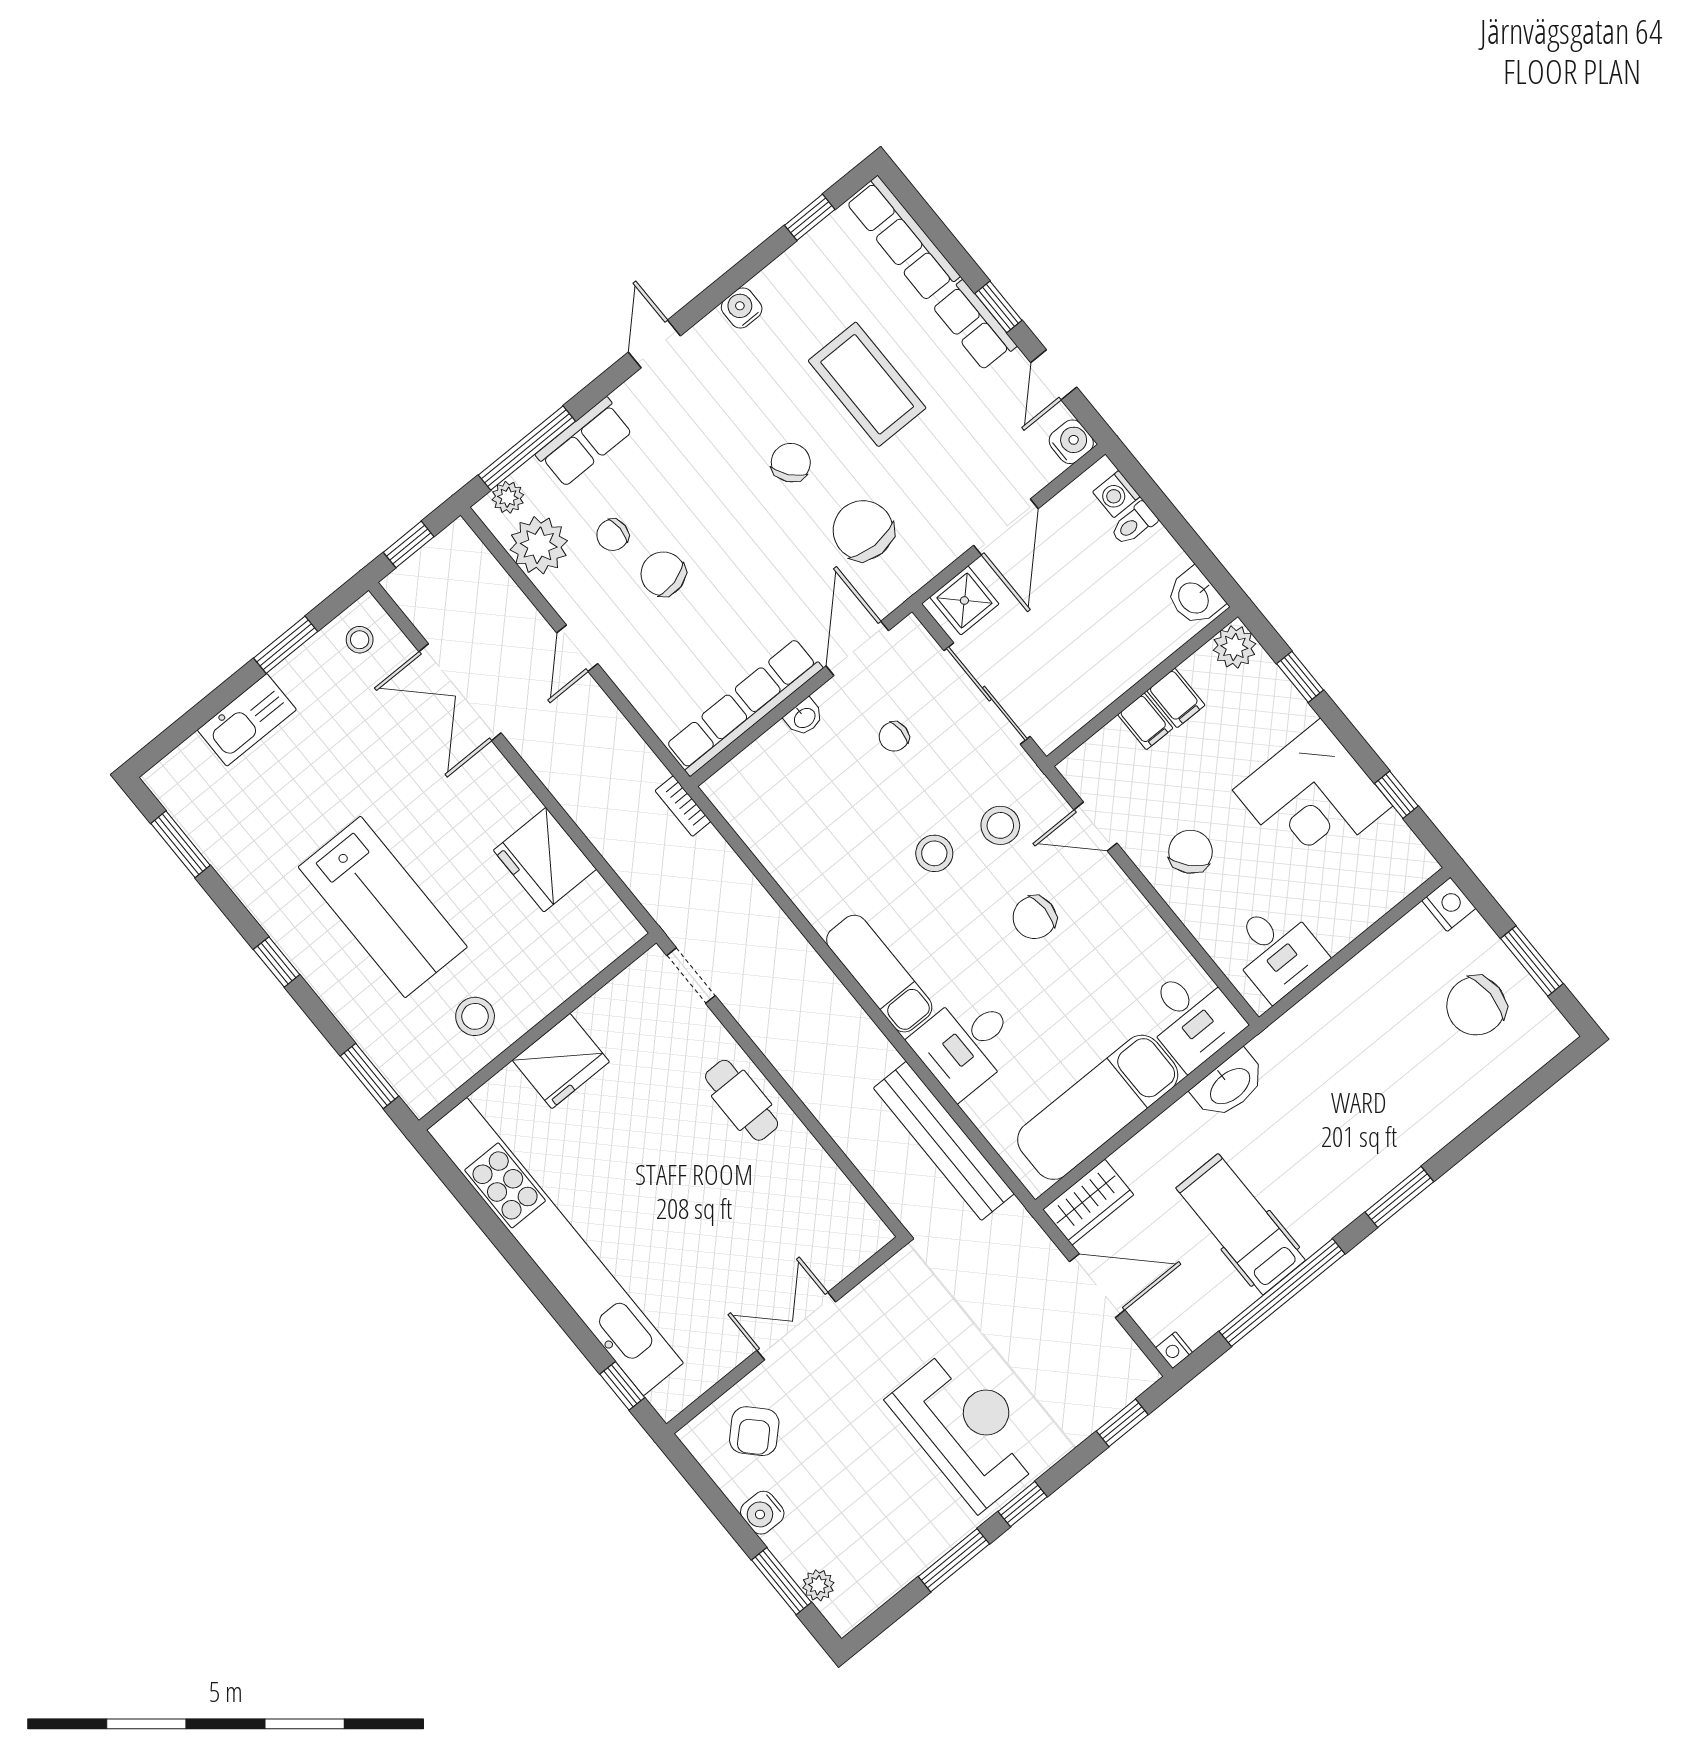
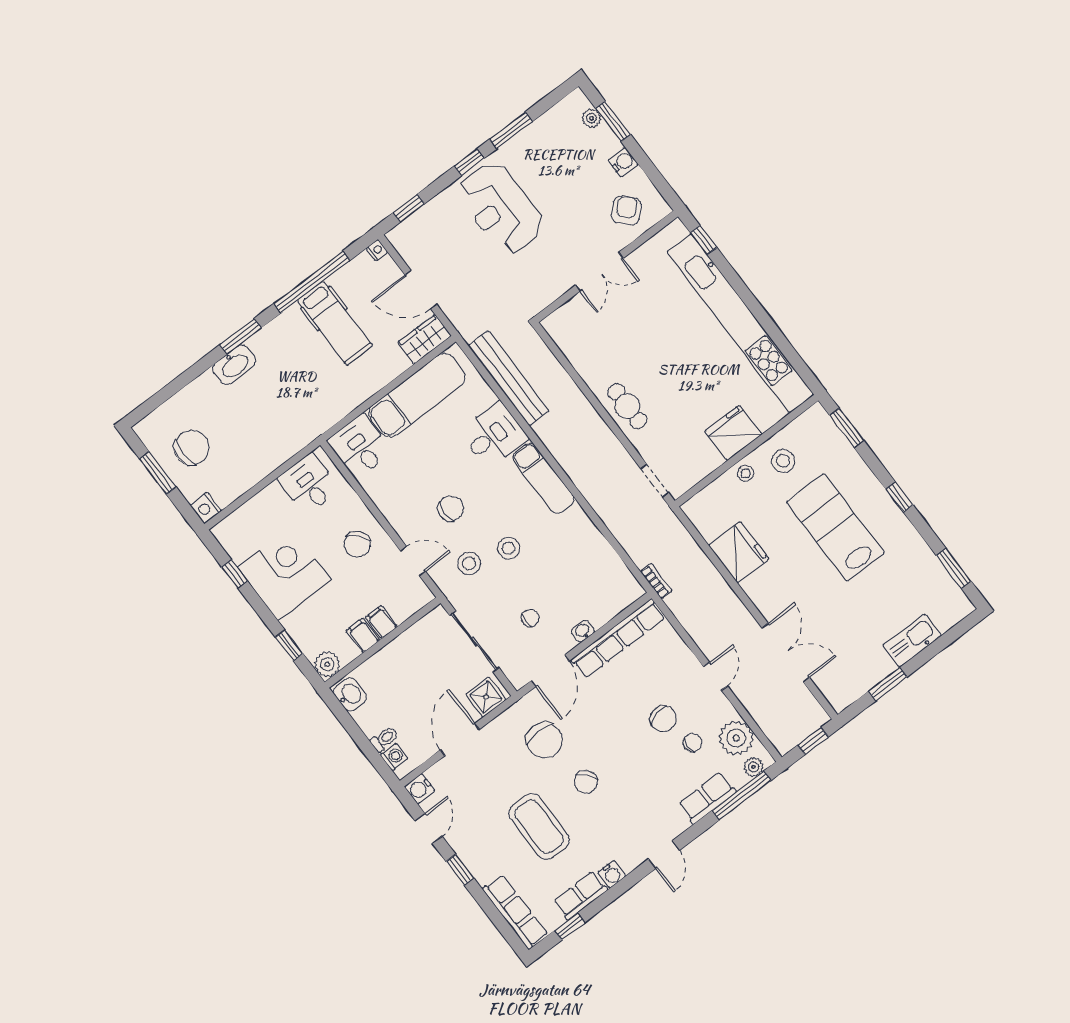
row of seats: (974, 326) -> (580, 895), moved, turned -90
stool: (360, 640) -> (746, 473), moved
washbasin: (1229, 1085) -> (234, 365), moved, turned 180

